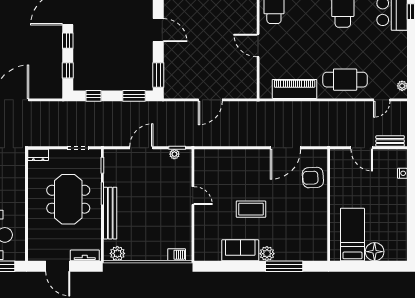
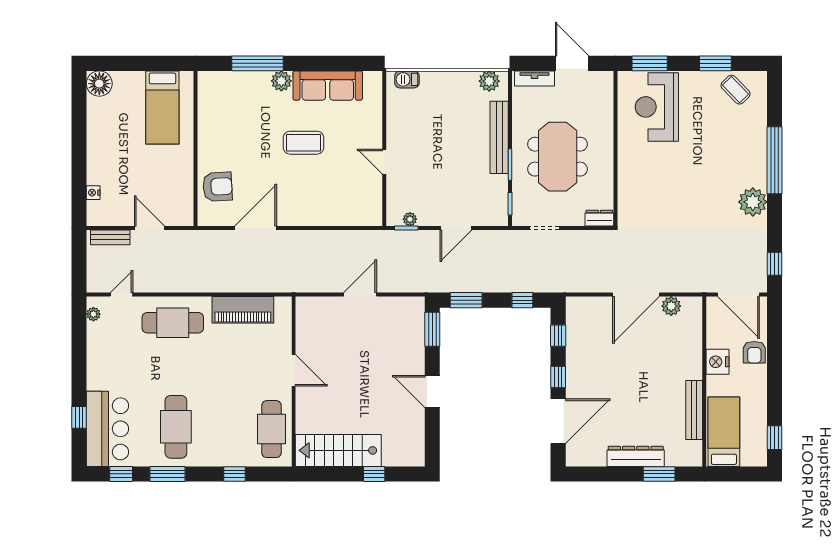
sofa: (240, 250) -> (328, 86), width x1.36
floor lamp: (375, 252) -> (99, 84), moved

